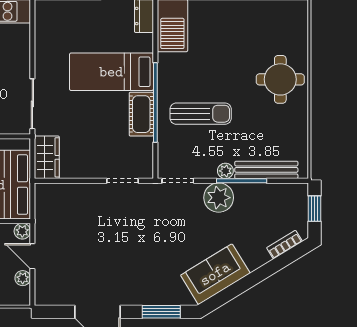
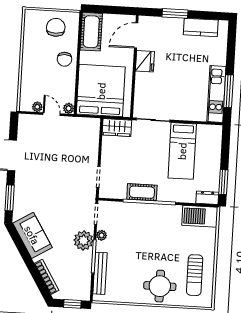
bed: (111, 72) -> (182, 151), moved, turned 180
sun lounger: (201, 114) -> (195, 275), moved
plant: (225, 171) -> (102, 235), moved
bookcase: (284, 245) -> (47, 277), width x1.56
door: (32, 256) -> (52, 114), hinge flipped

